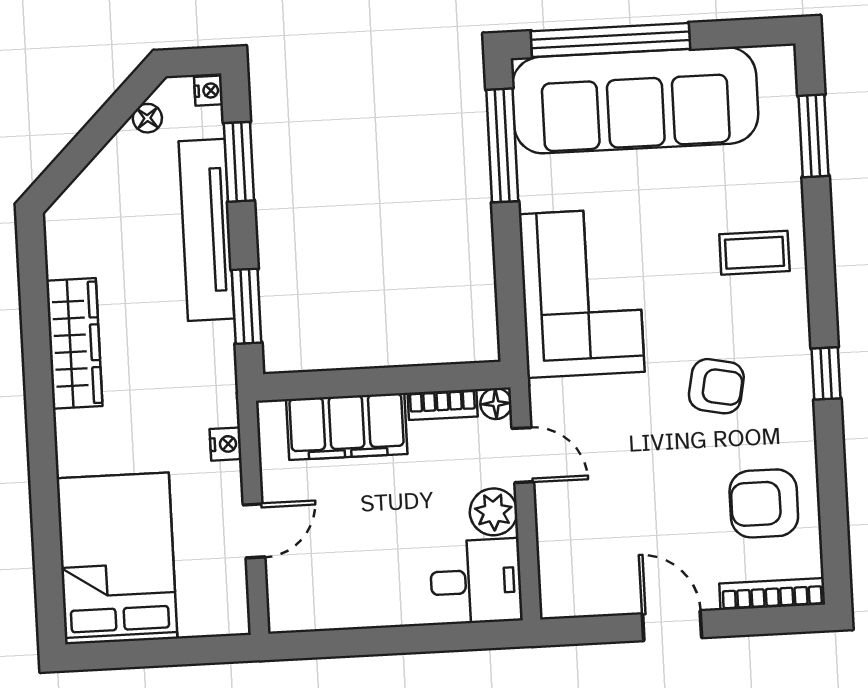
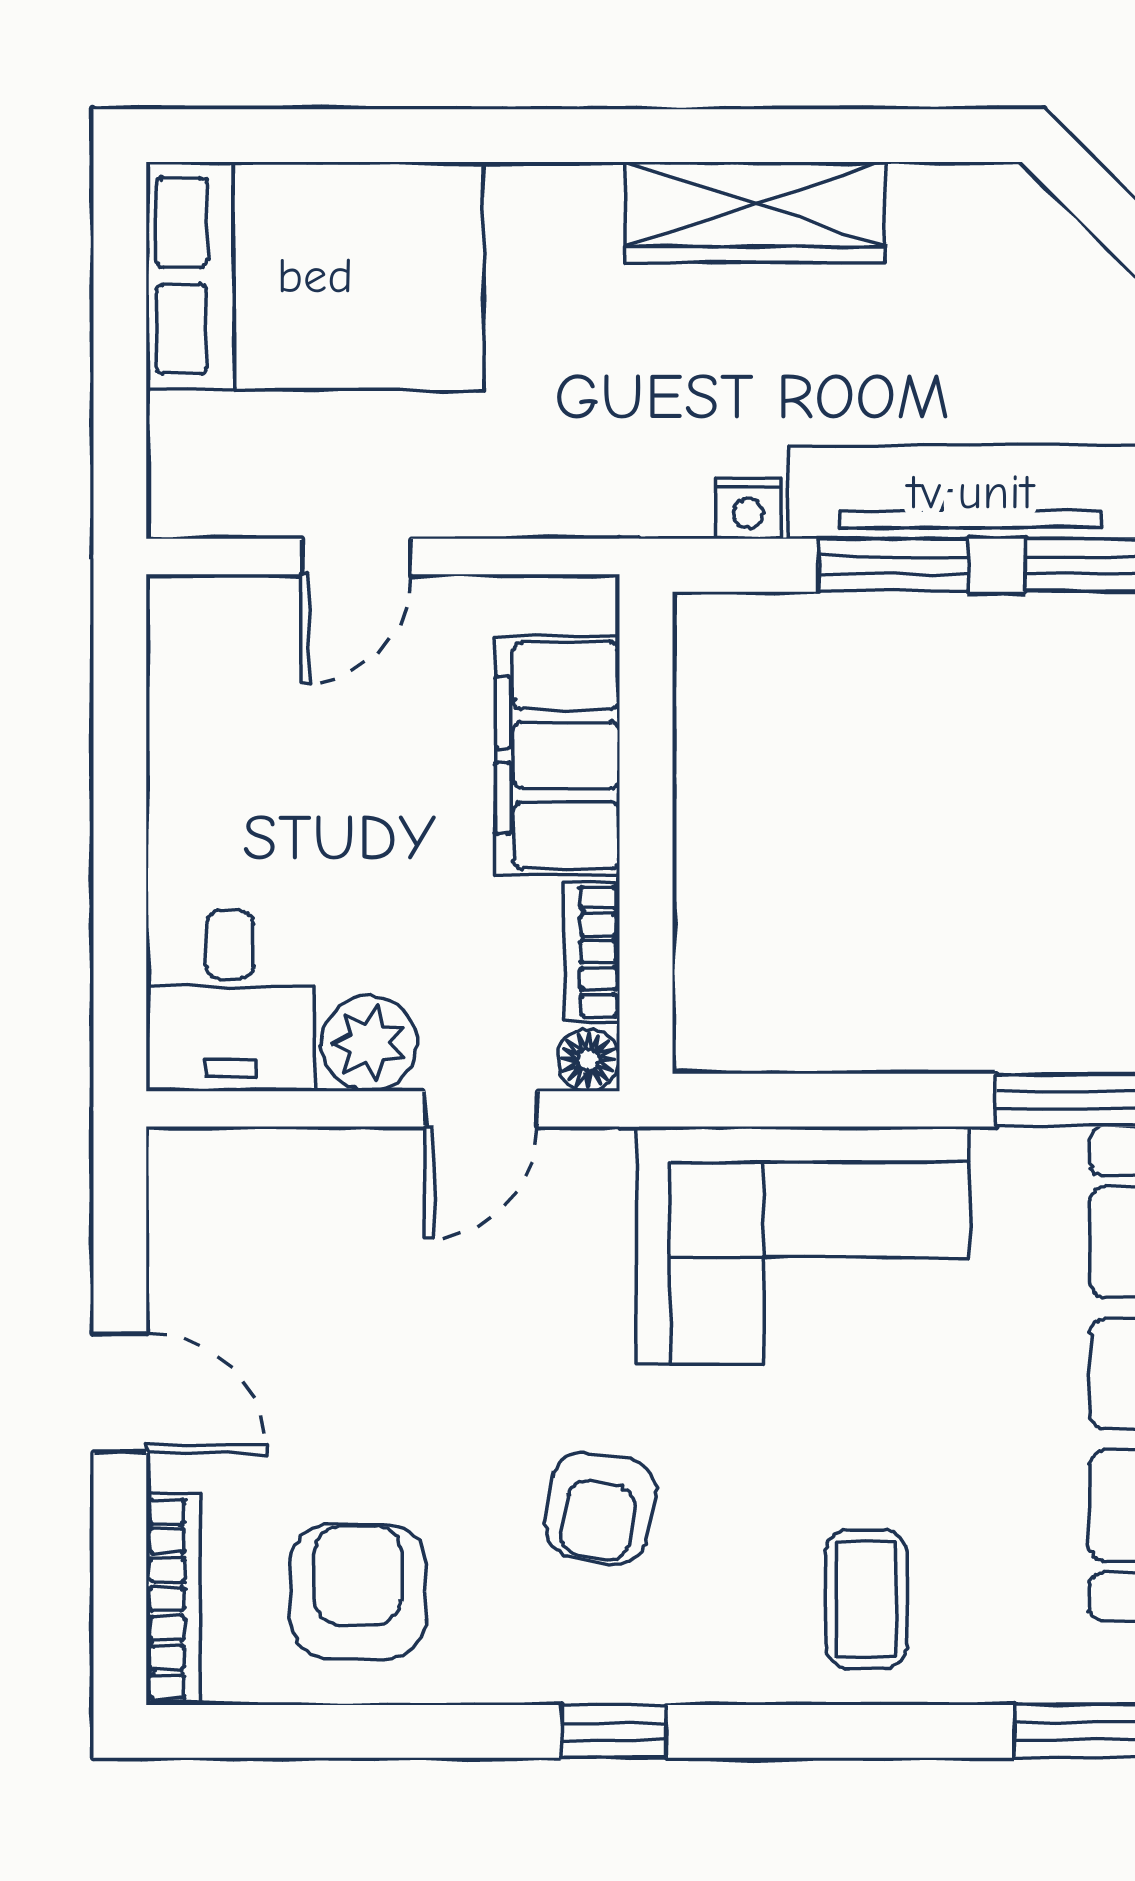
window: (247, 306) -> (893, 565), moved
nightstand: (226, 444) -> (748, 508), moved
door: (254, 531) -> (356, 557), hinge flipped
door: (672, 626) -> (120, 1393), hinge flipped

